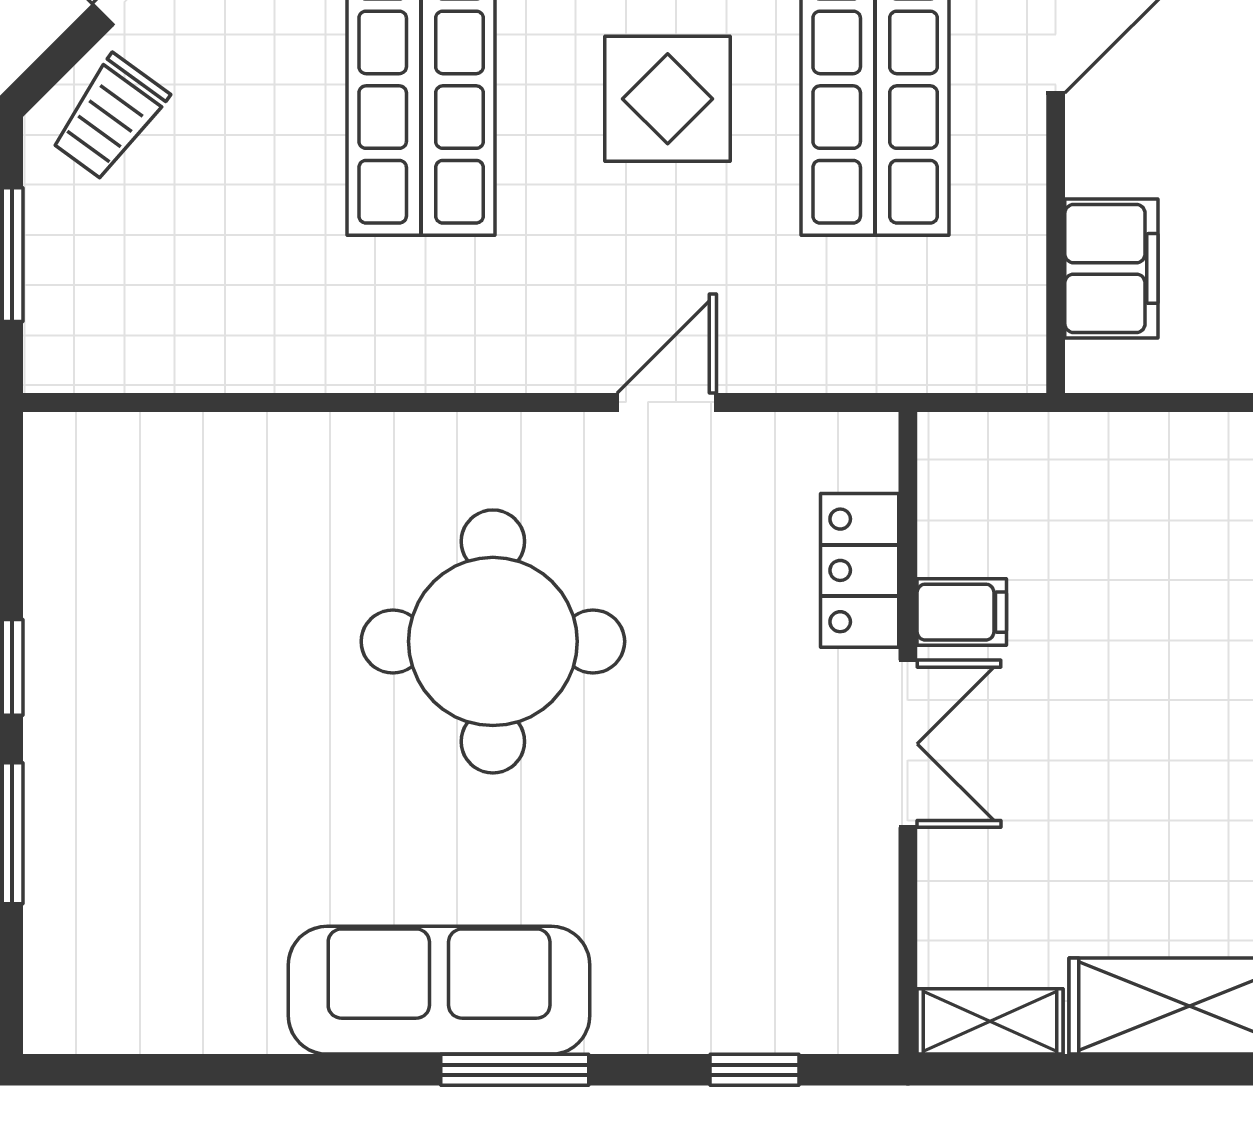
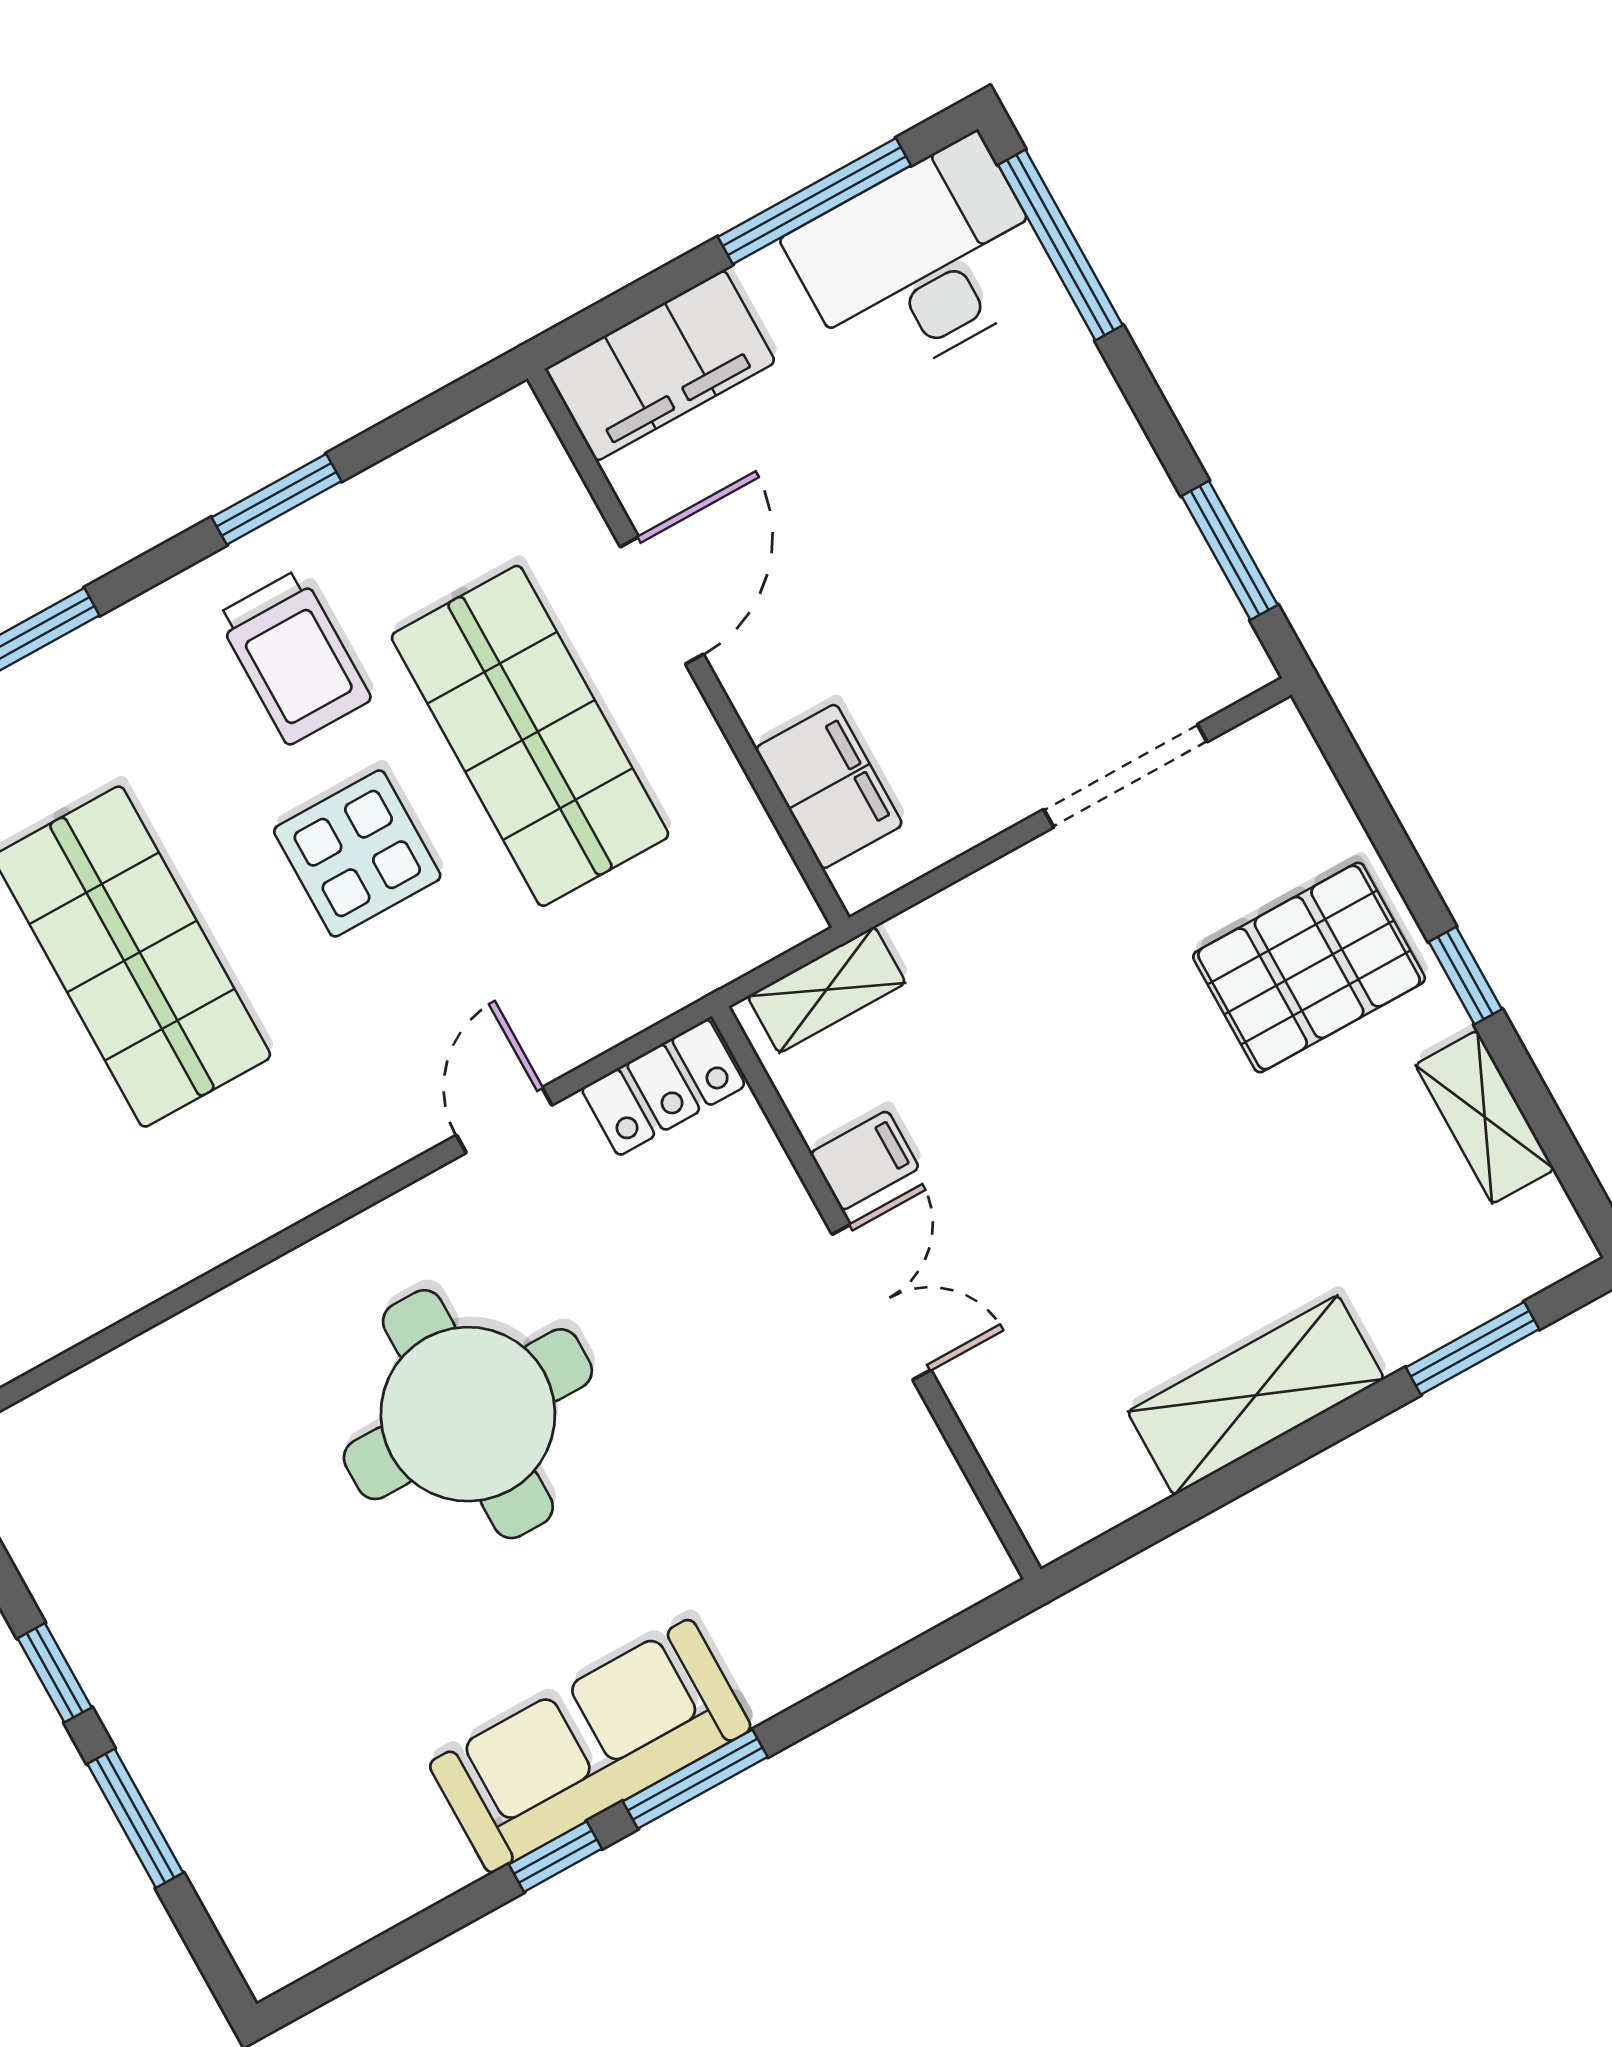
locker: (860, 570) -> (663, 1087), moved, turned -90
shelving: (990, 1021) -> (827, 990), moved
window: (755, 1070) -> (555, 1857), moved

